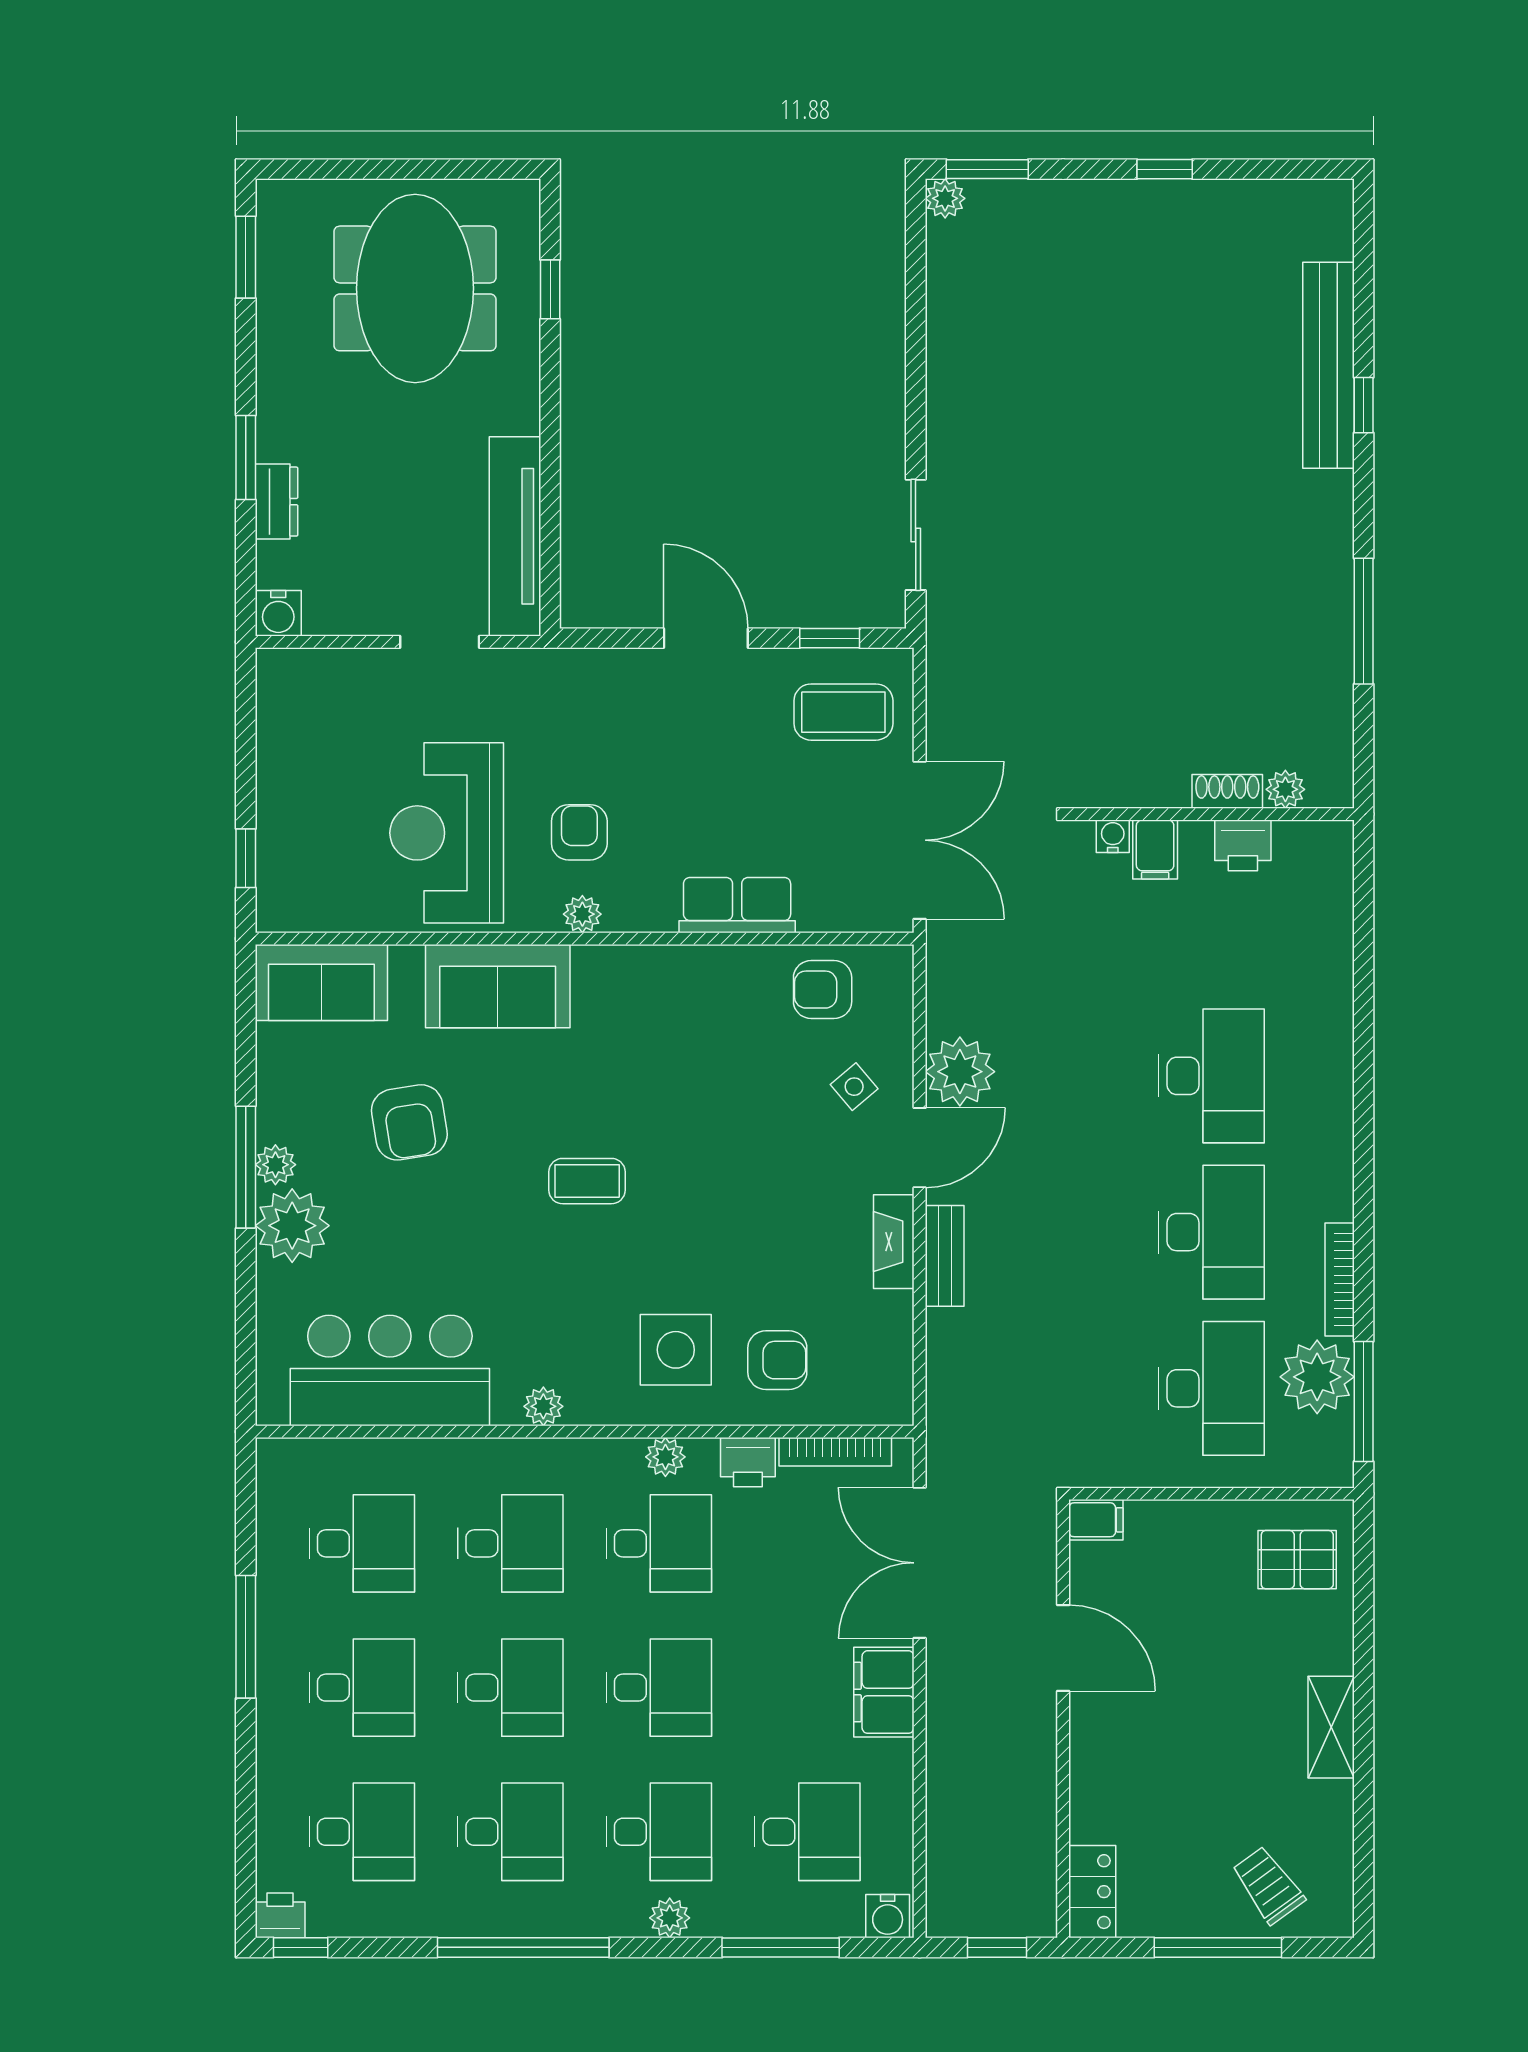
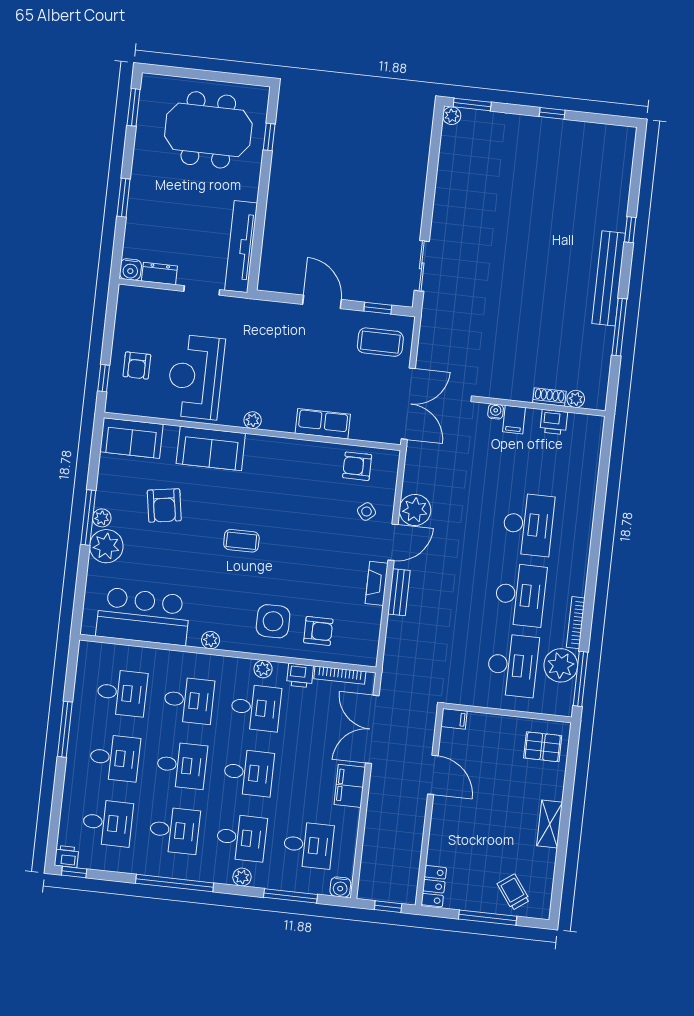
meeting table: (415, 288) -> (208, 130), turned 90
bench: (1328, 365) -> (609, 278), moved
dresser: (276, 502) -> (159, 273), moved, turned -90
armchair: (579, 832) -> (137, 366), moved, turned 180

